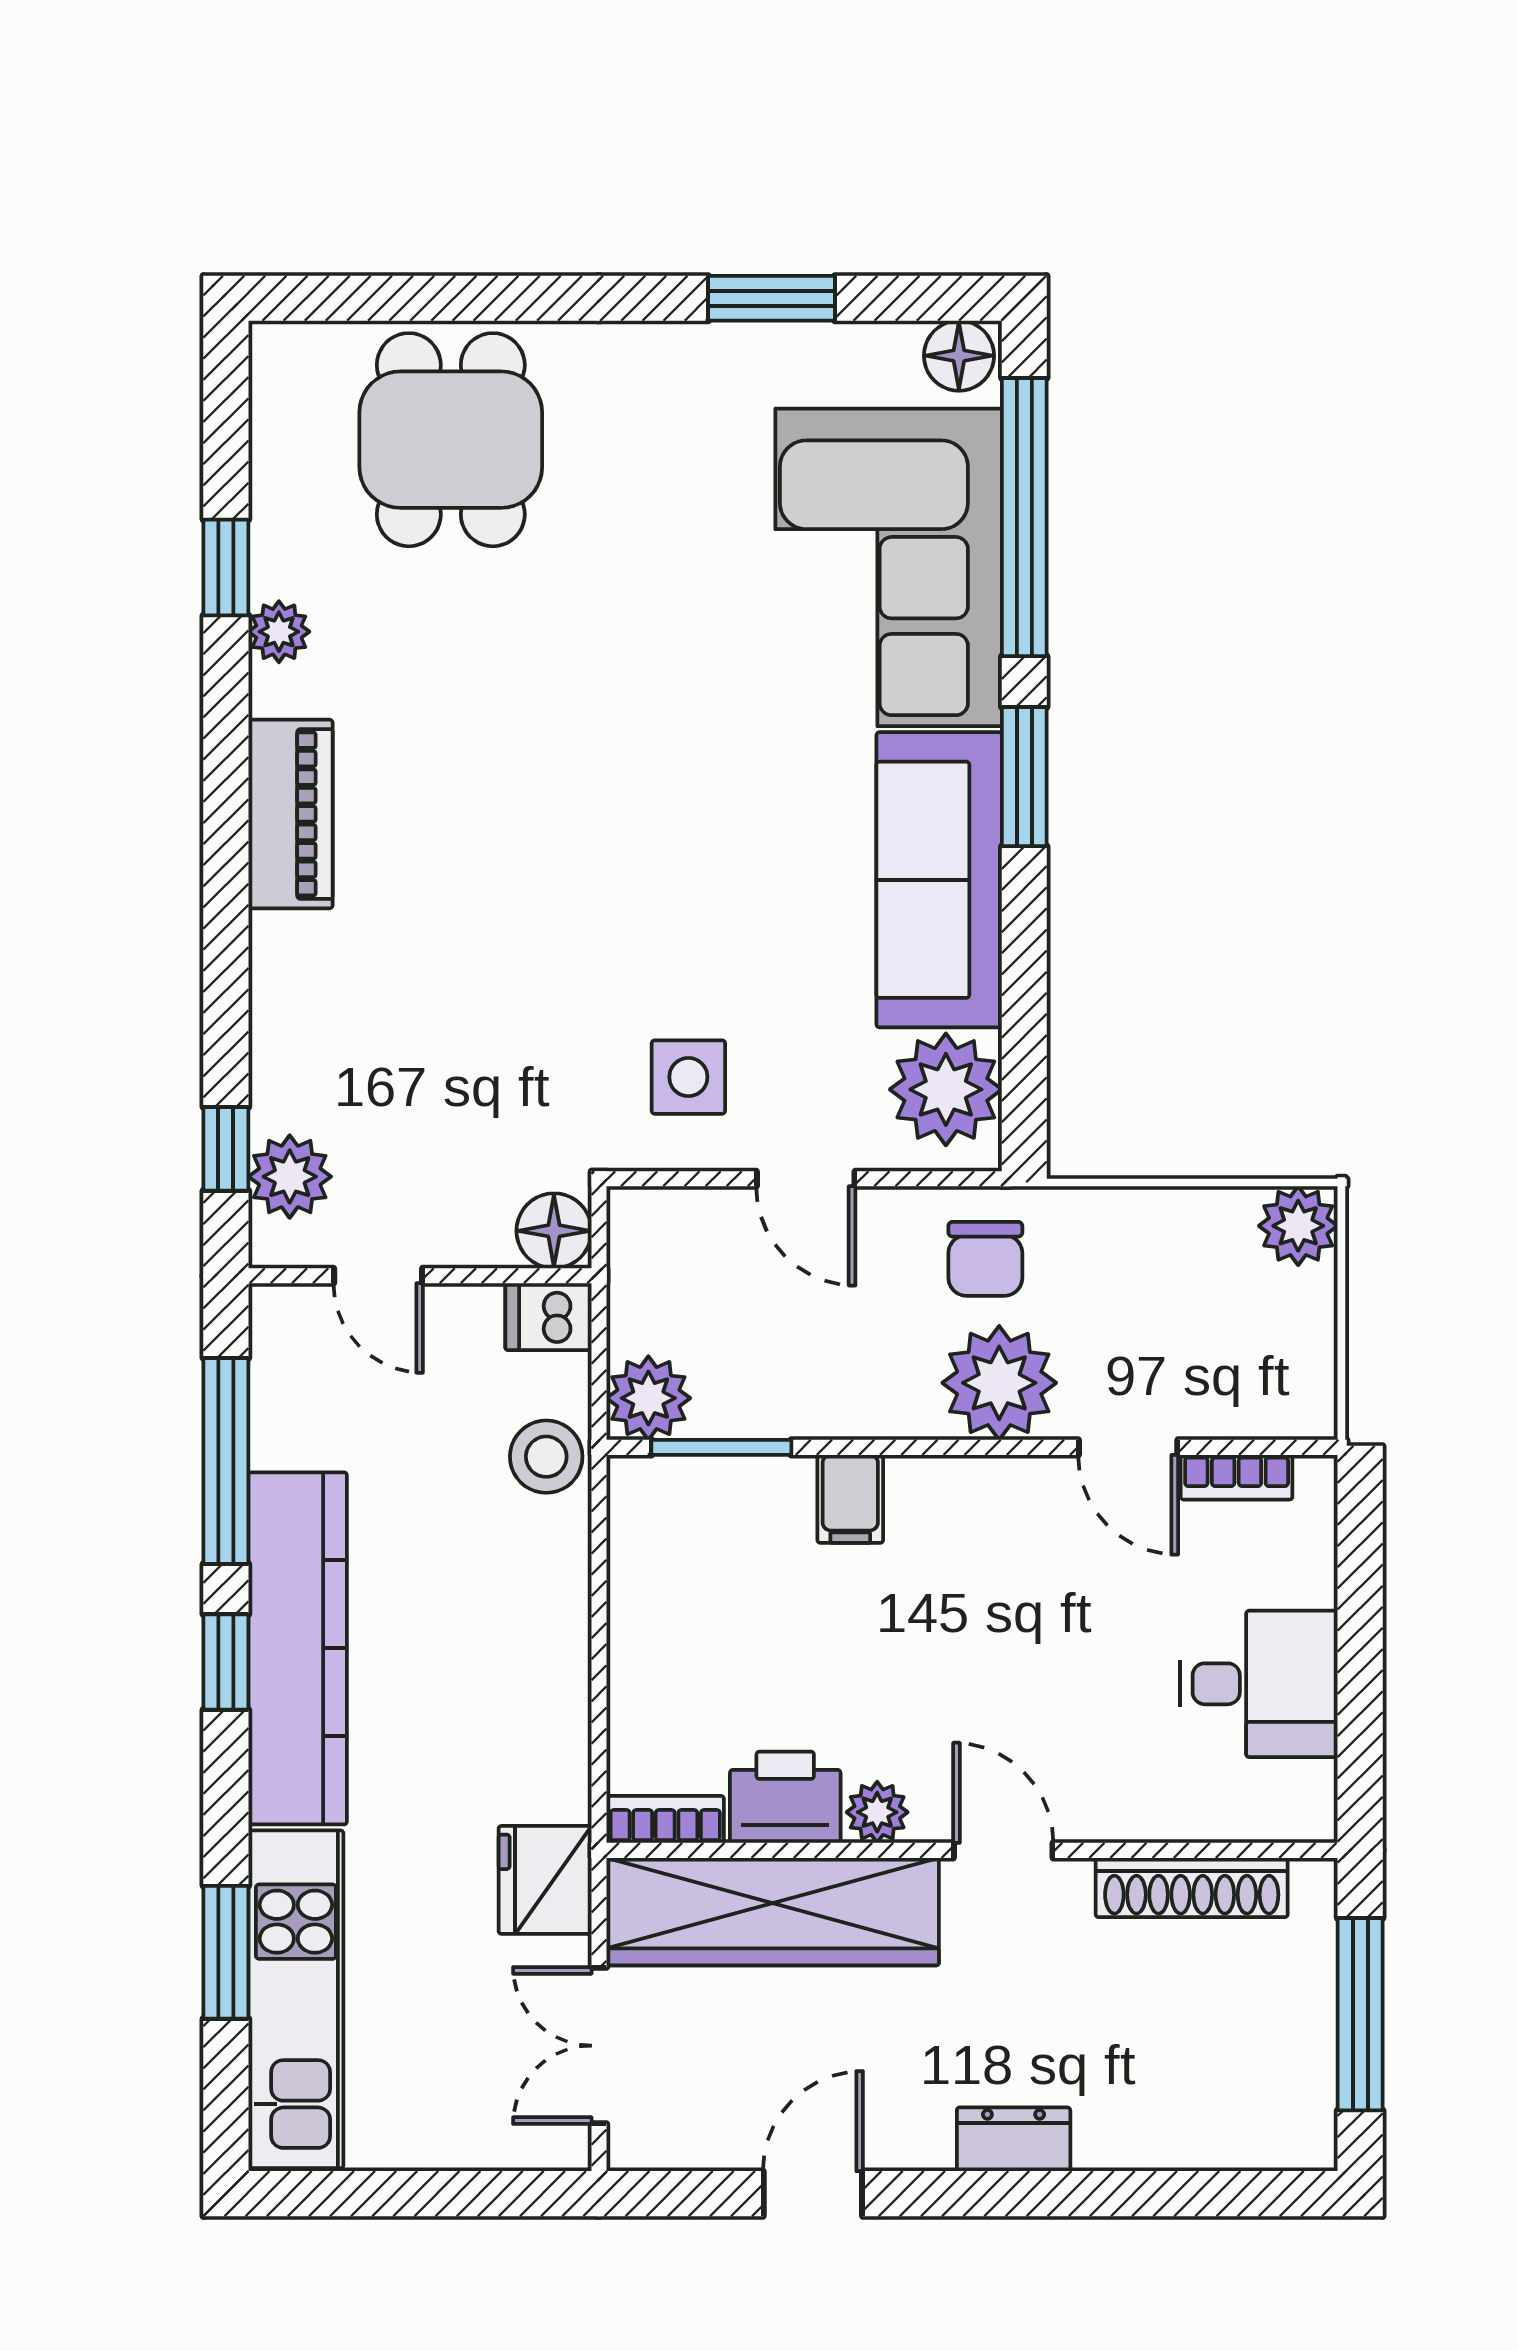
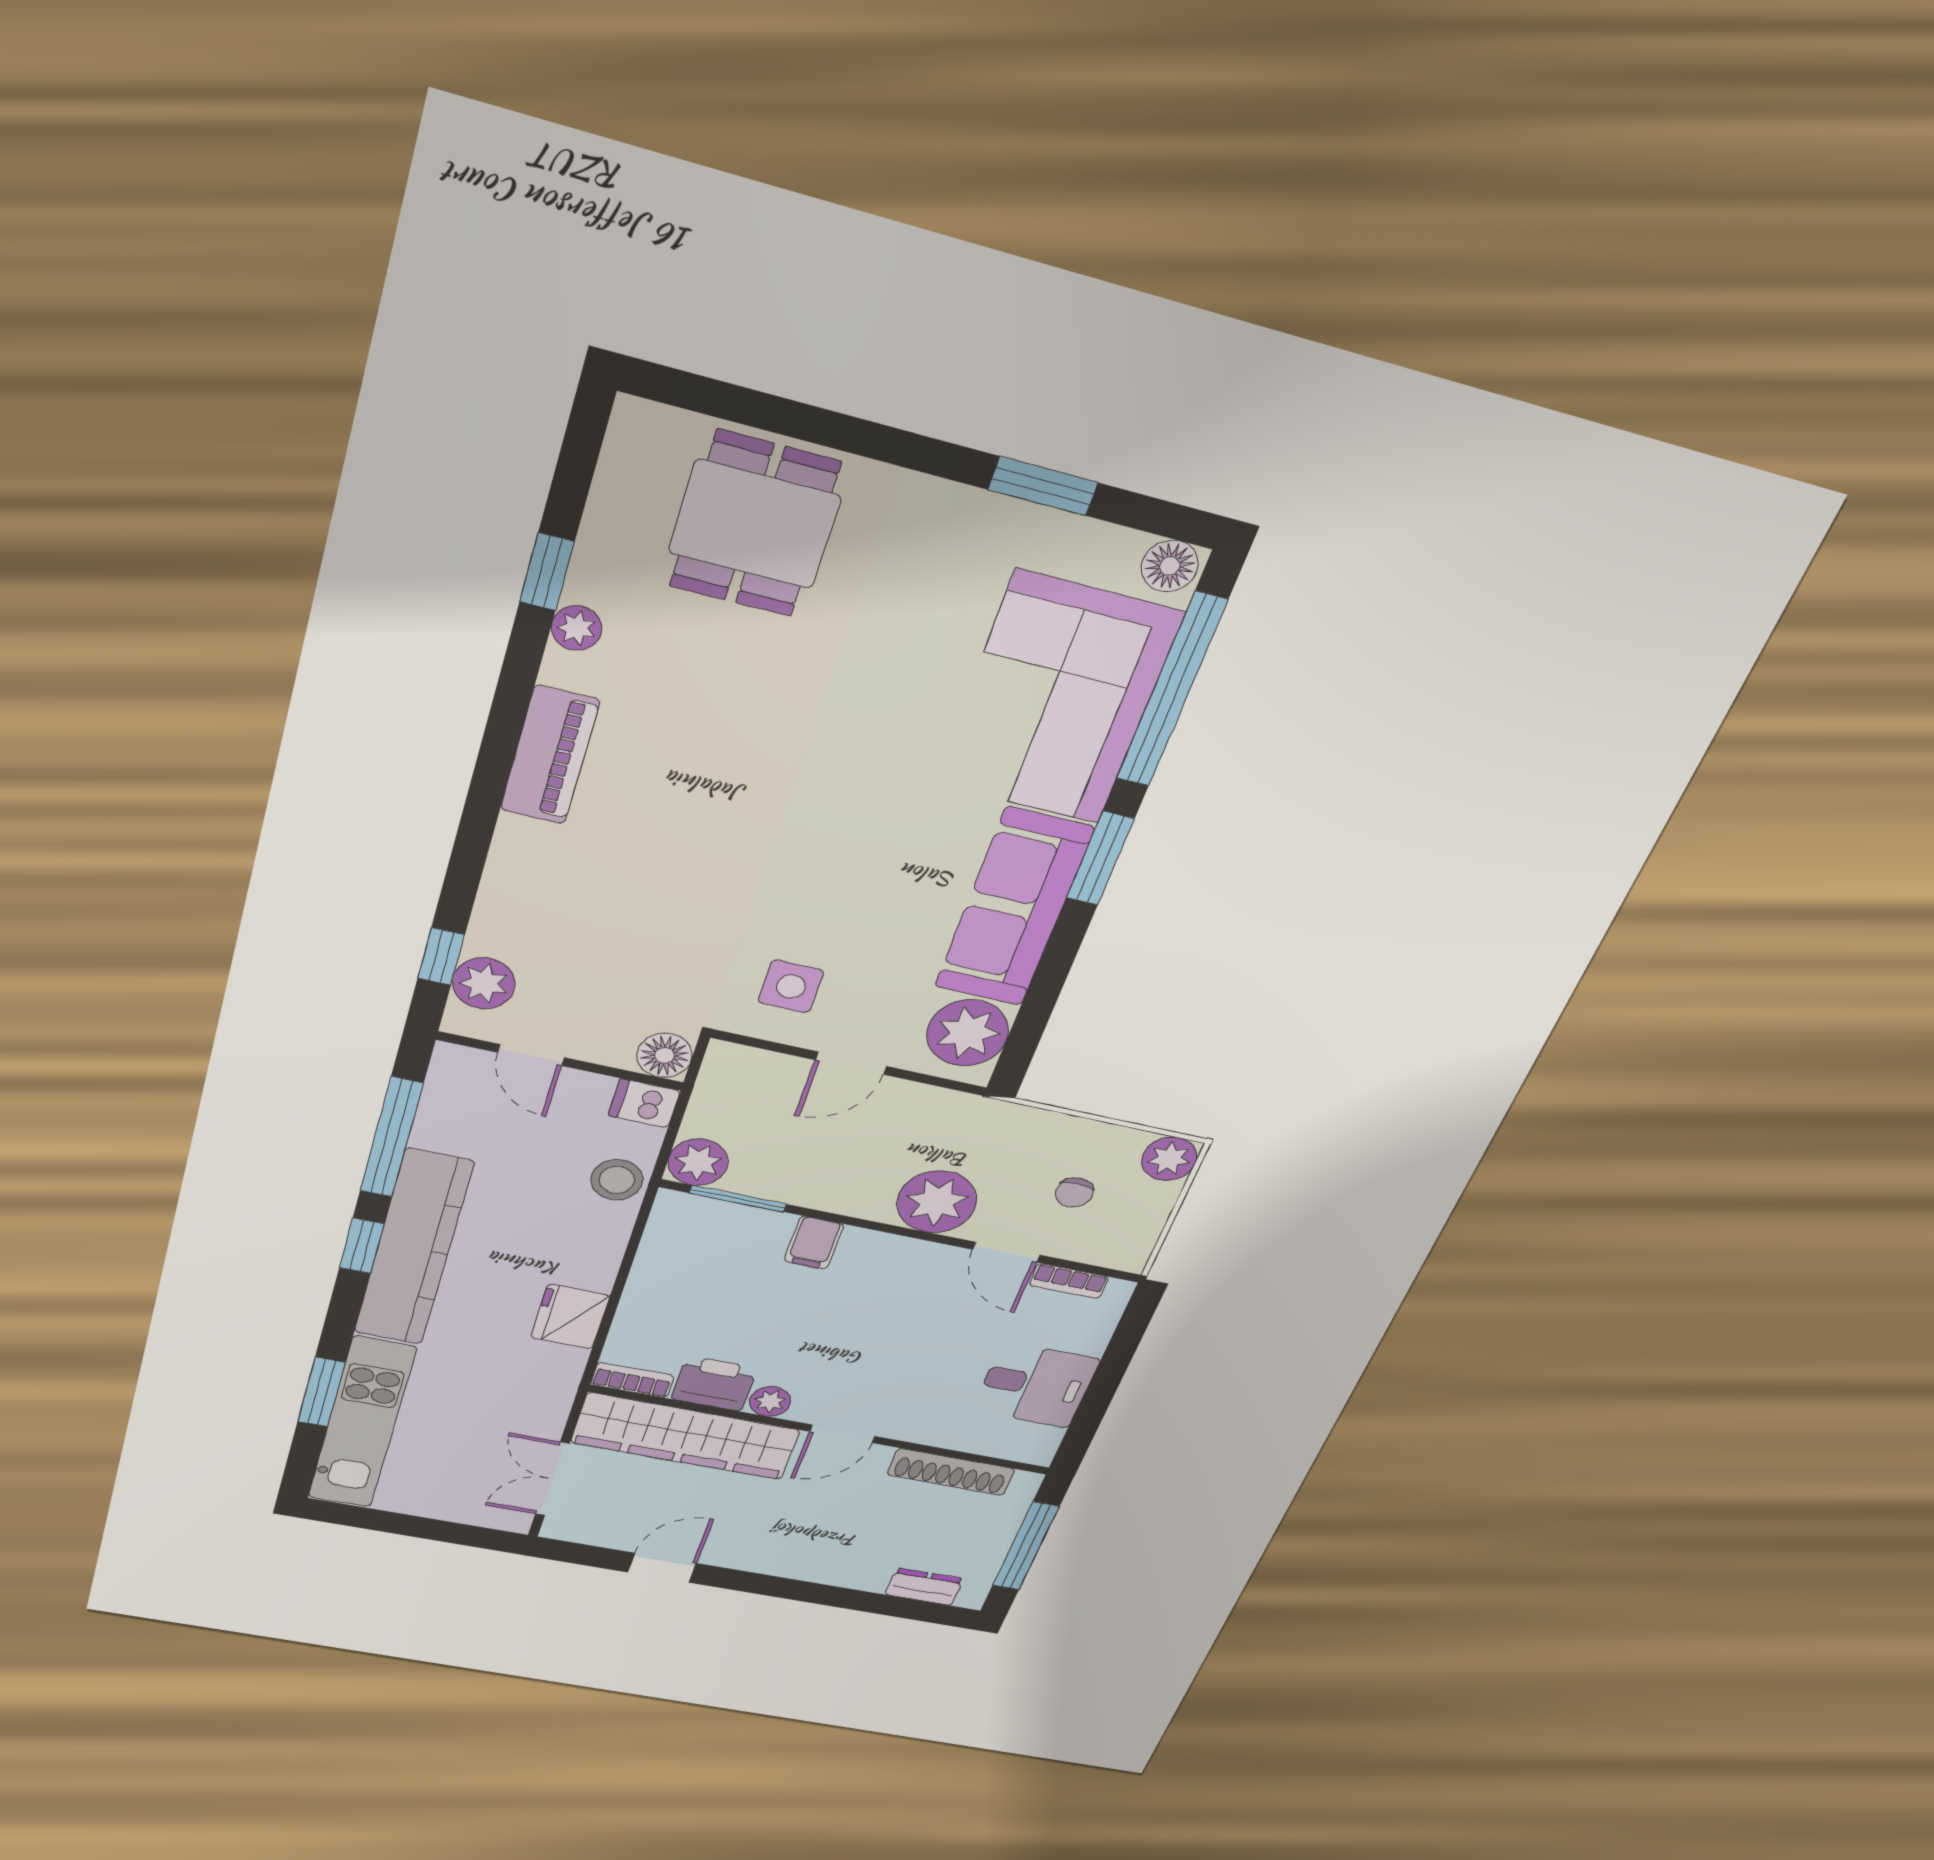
door: (806, 1179) -> (851, 1063), hinge flipped
chair: (985, 1259) -> (1074, 1193), moved, width x0.73, depth x0.73
door: (1003, 1850) -> (842, 1434), swing flipped
fridge: (545, 1880) -> (570, 1317), moved
dresser: (1014, 2139) -> (924, 1587), moved

